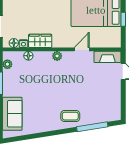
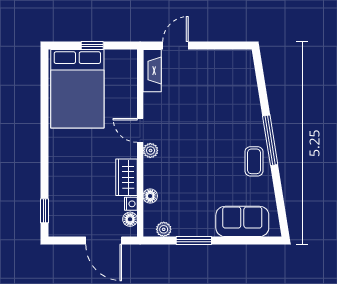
door: (82, 49) -> (140, 130), moved
coffee table: (70, 116) -> (254, 161), moved
window: (92, 127) -> (270, 140), moved

